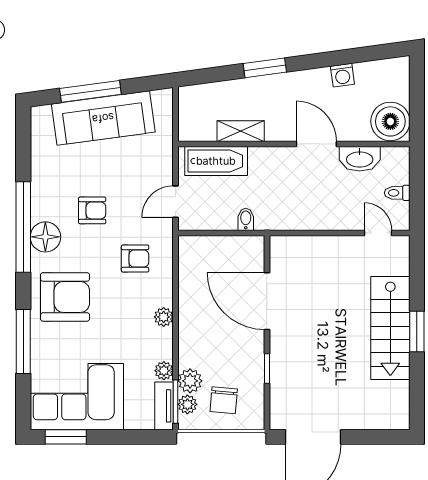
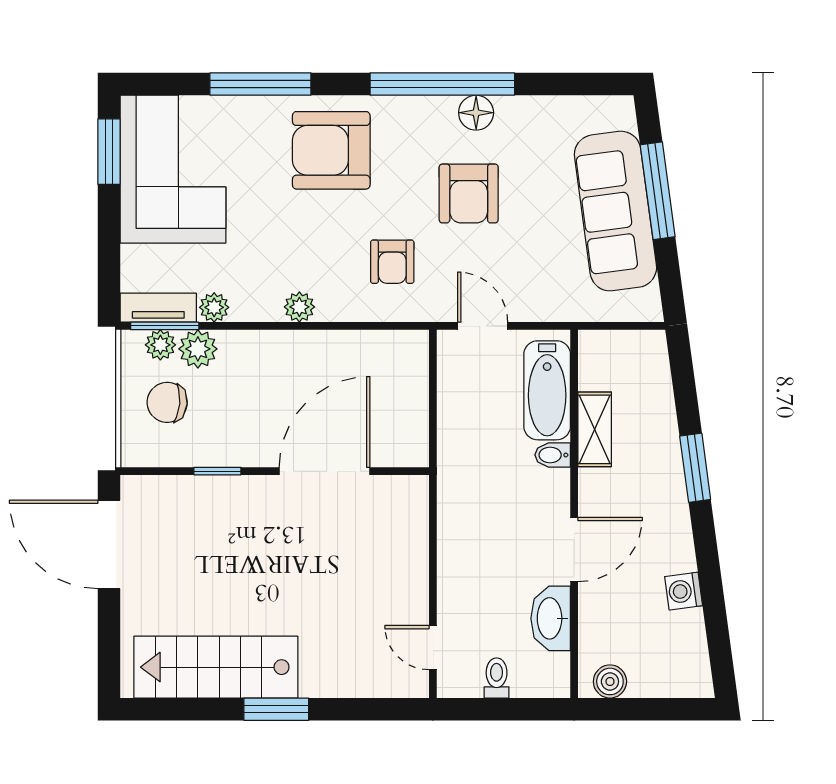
boiler: (390, 121) -> (610, 681), width x0.54, depth x0.54
armchair: (92, 210) -> (469, 193), width x1.38, depth x1.38
bidet: (246, 219) -> (553, 455), moved, turned 180
door: (378, 233) -> (433, 648), swing flipped
floor lamp: (45, 237) -> (476, 113), moved, width x0.73, depth x0.73
armchair: (65, 297) -> (331, 150), turned 90
stairs: (390, 328) -> (216, 667), moved

